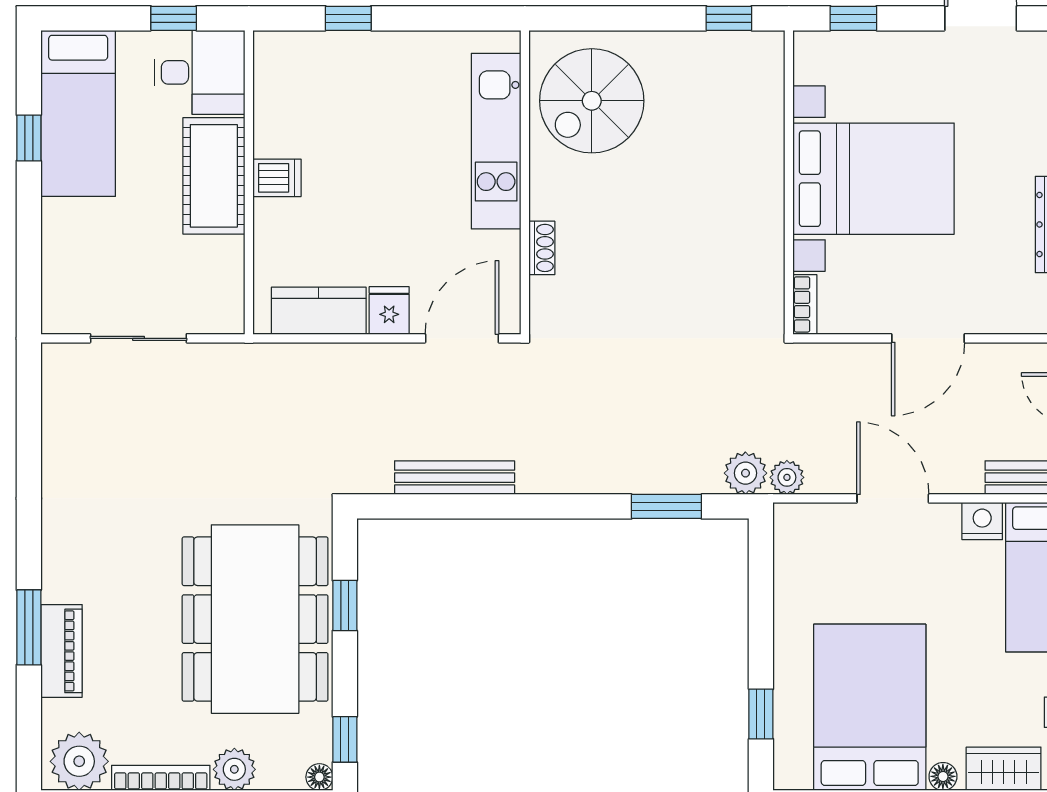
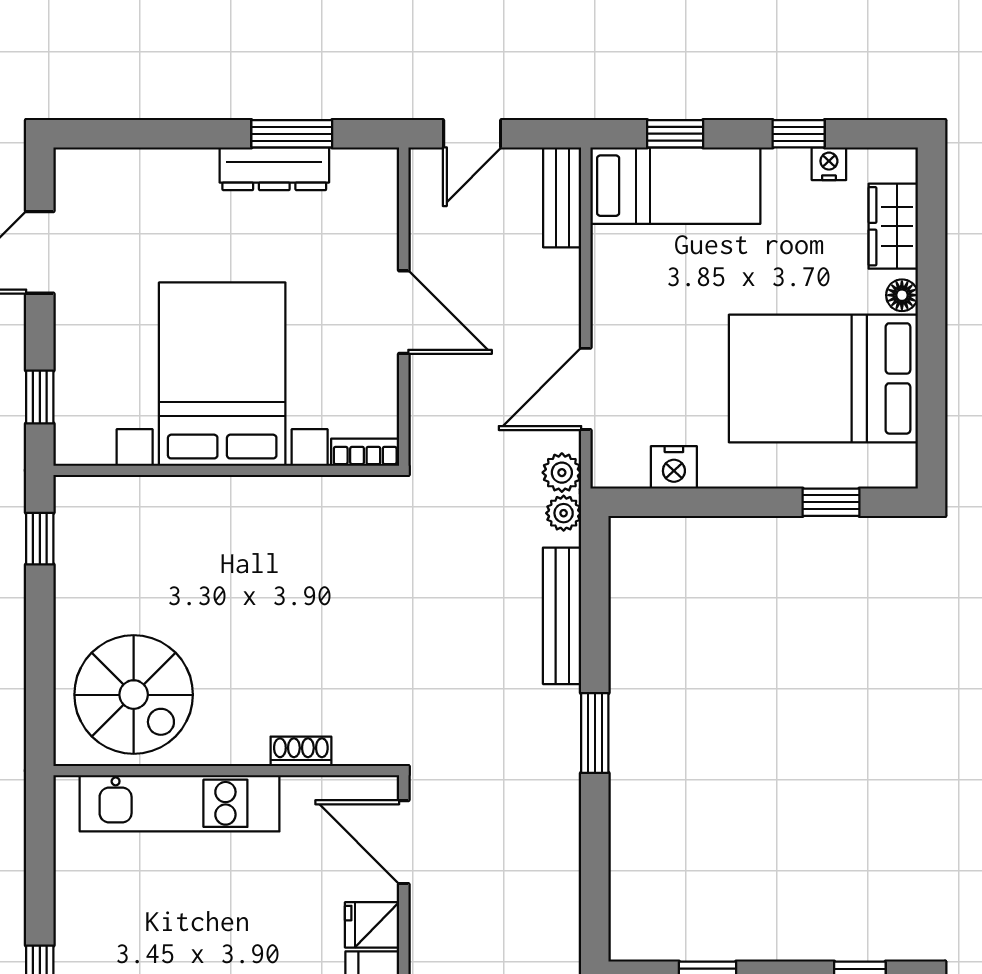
plant: (745, 473) -> (564, 513), width x0.73, depth x0.73
bench: (455, 478) -> (562, 616), moved
door: (893, 498) -> (586, 389), moved
window: (666, 506) -> (595, 733), moved
nightstand: (982, 521) -> (674, 467), moved, turned -90

